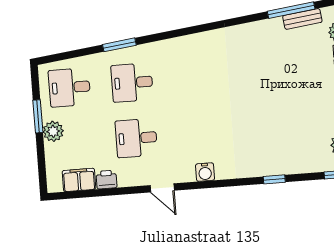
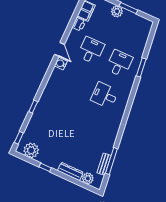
desk: (69, 87) -> (105, 95), moved, turned -90
water cooler: (205, 172) -> (61, 64), moved
door: (162, 188) -> (59, 49), swing flipped

